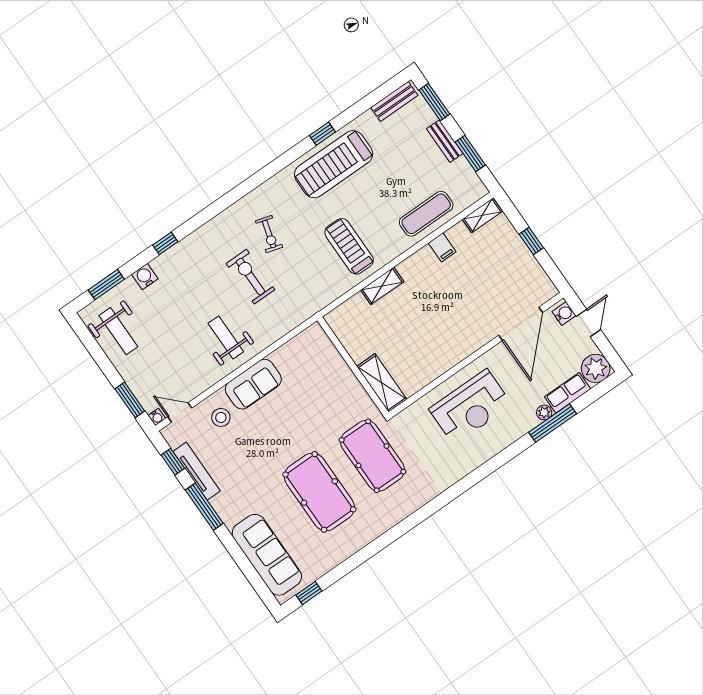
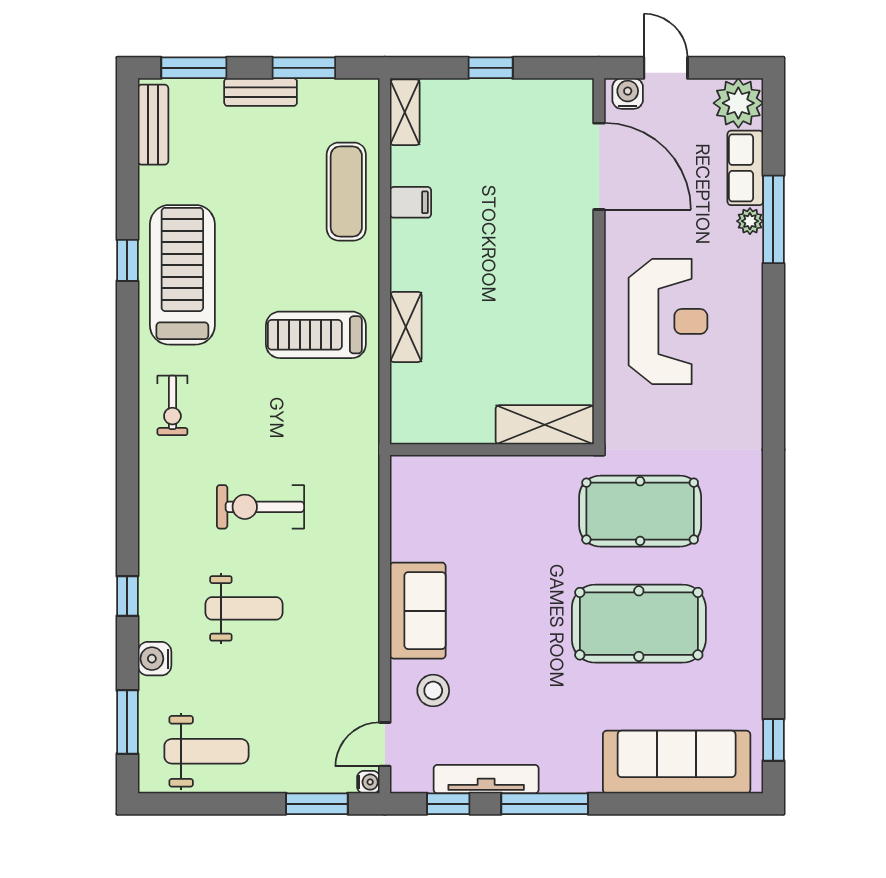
treadmill: (334, 164) -> (182, 275), turned 180
exercise bike: (269, 234) -> (172, 405), moved, turned 74
weight bench: (226, 337) -> (244, 608), moved, turned 180

